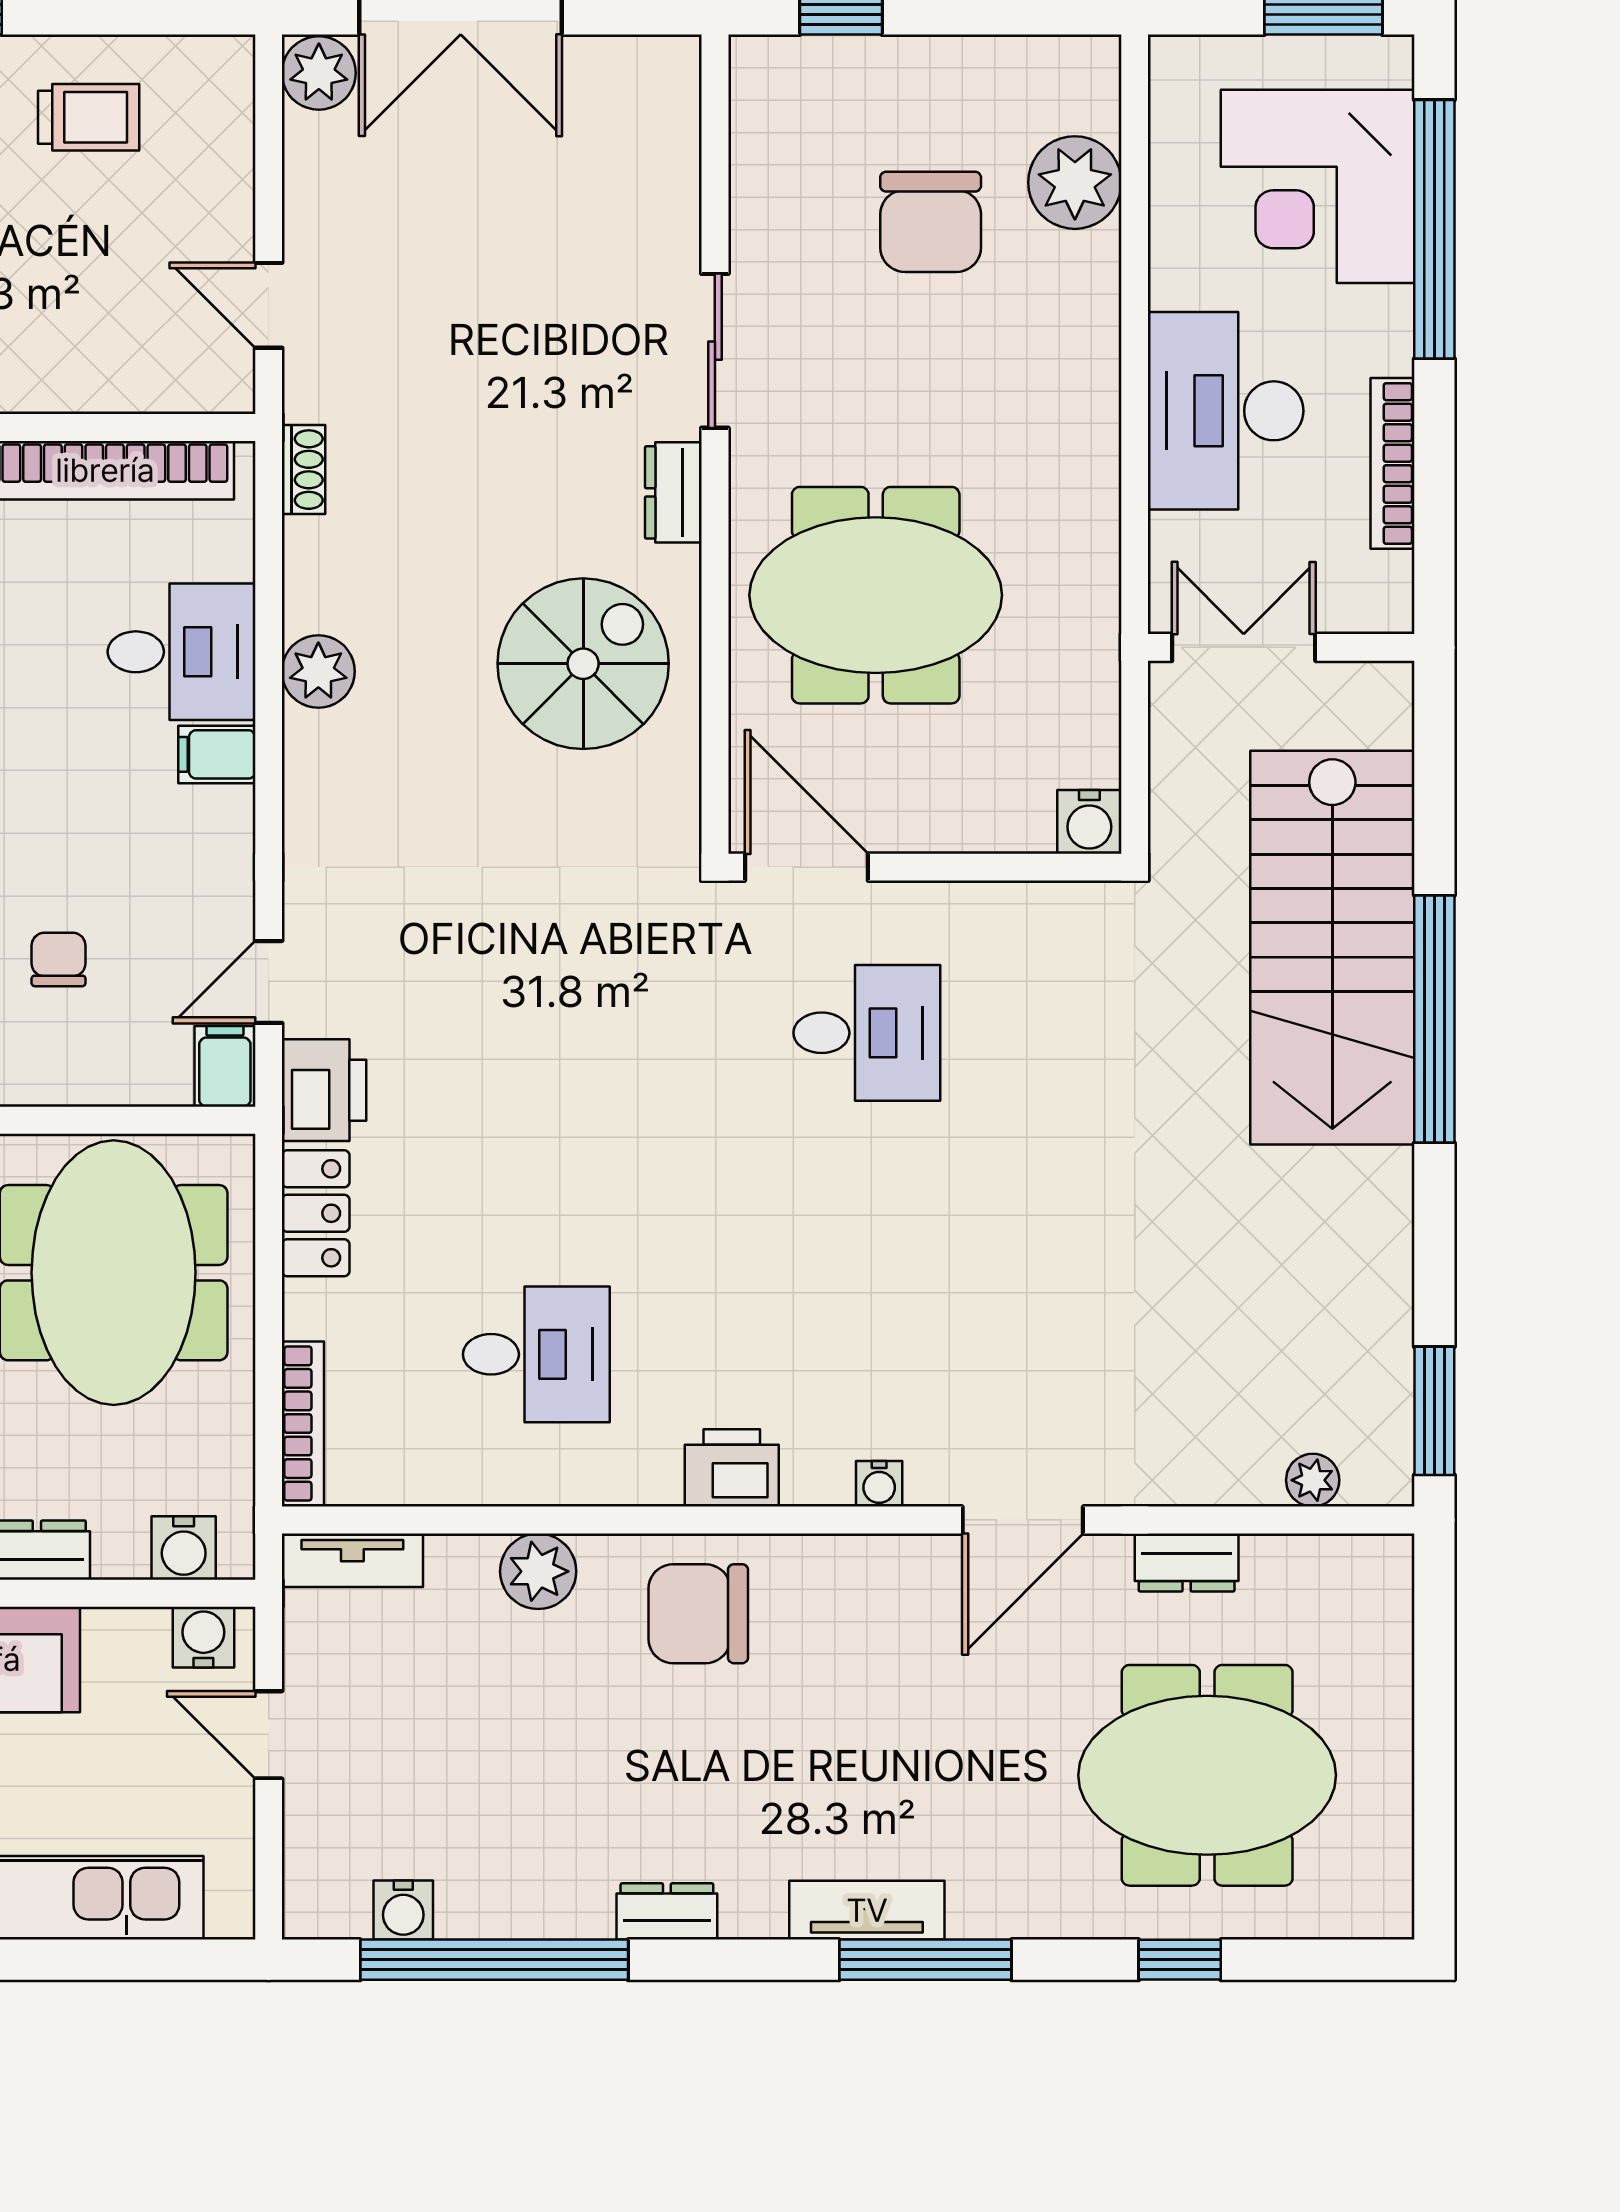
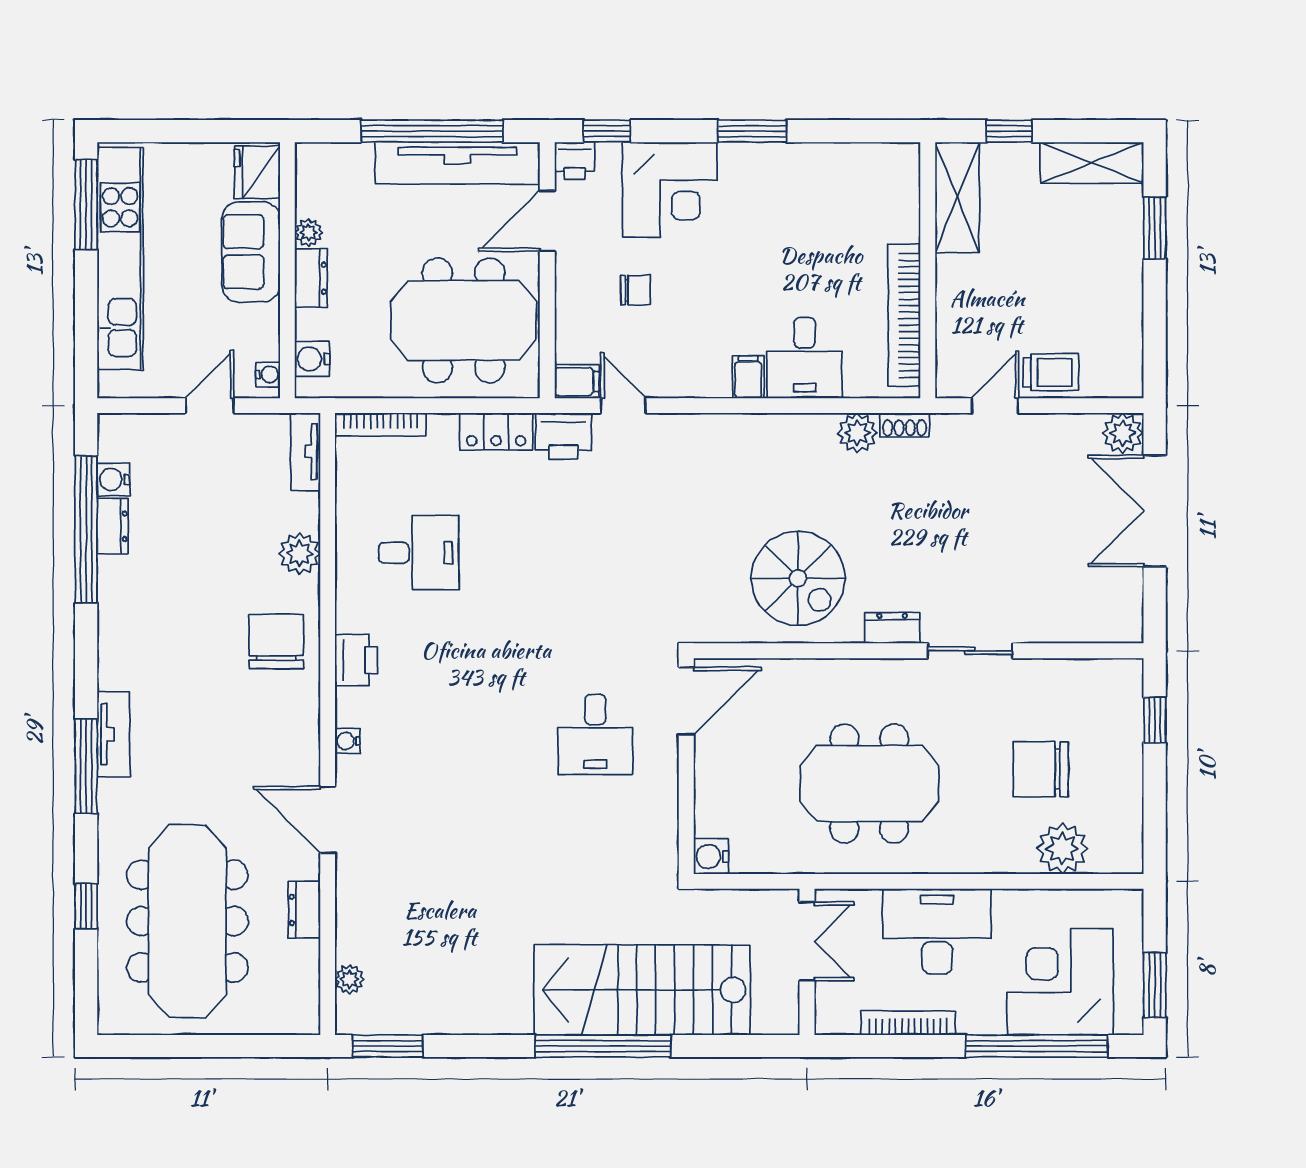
trolley: (89, 117) -> (1051, 372), moved, turned -90
meeting table: (876, 595) -> (869, 784), moved, turned 90
plant: (318, 671) -> (857, 433), moved
desk: (536, 1354) -> (419, 553), turned -90
water cooler: (203, 1637) -> (268, 374), width x0.72, depth x0.72
meeting table: (1207, 1775) -> (187, 921), width x1.36
dresser: (667, 1911) -> (113, 526), moved

